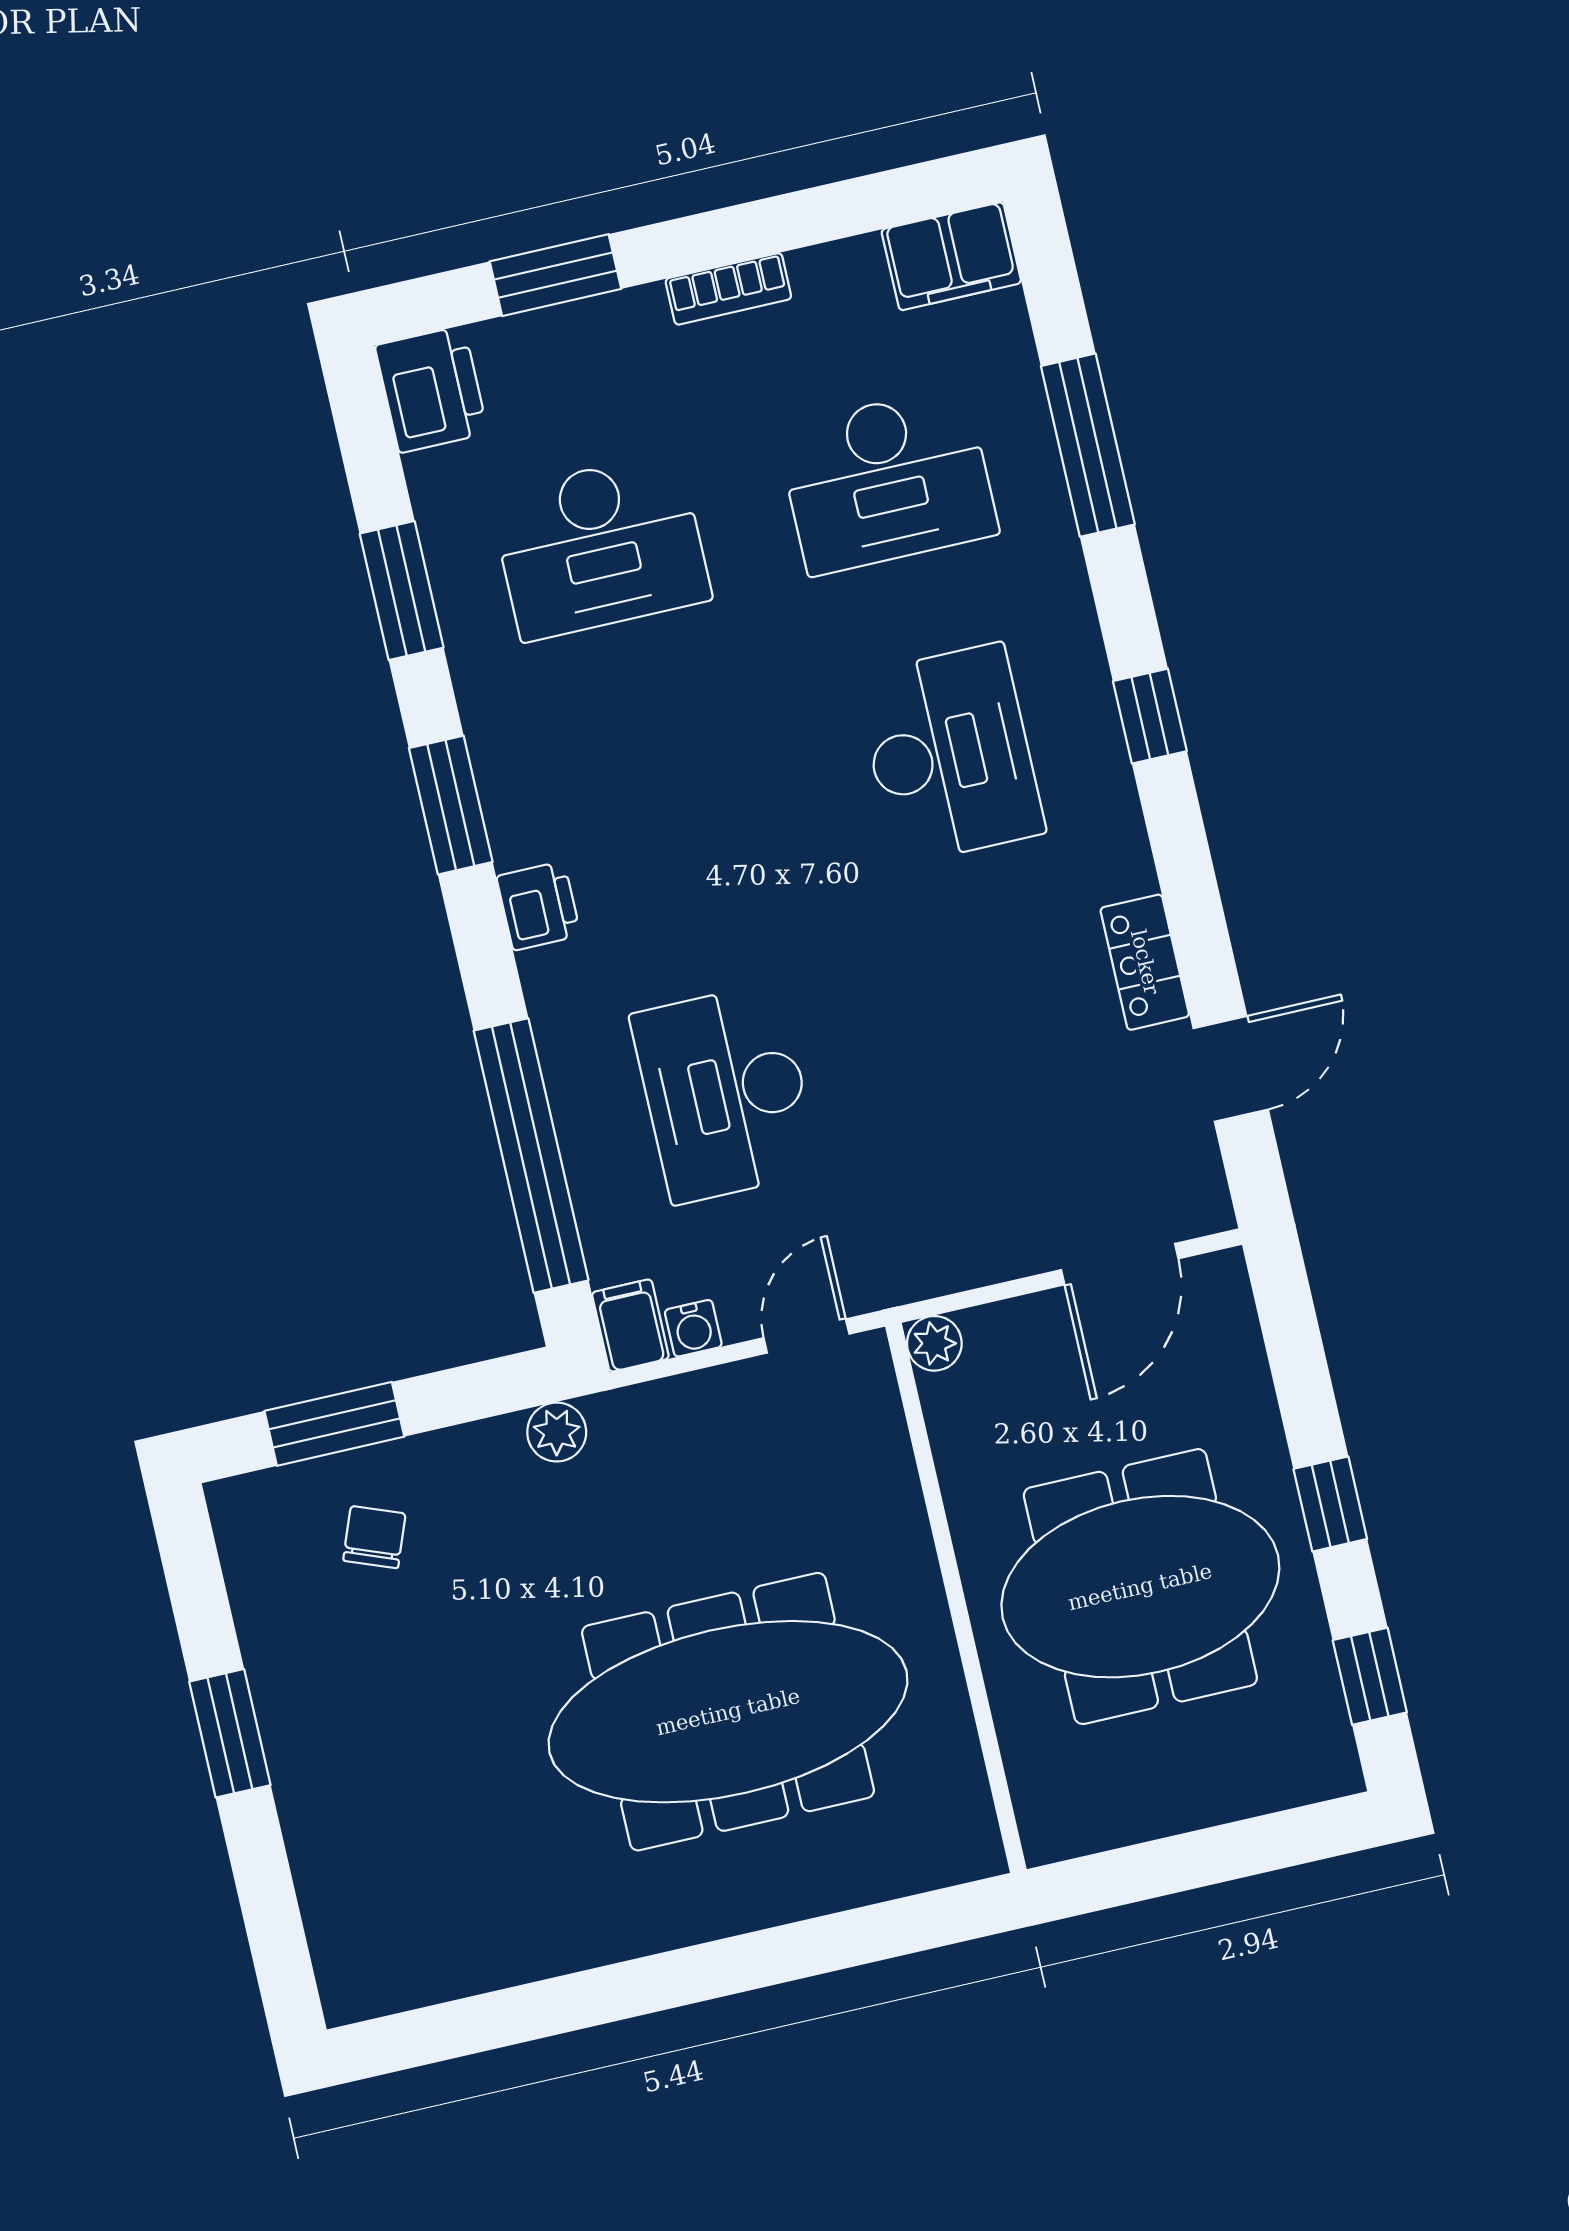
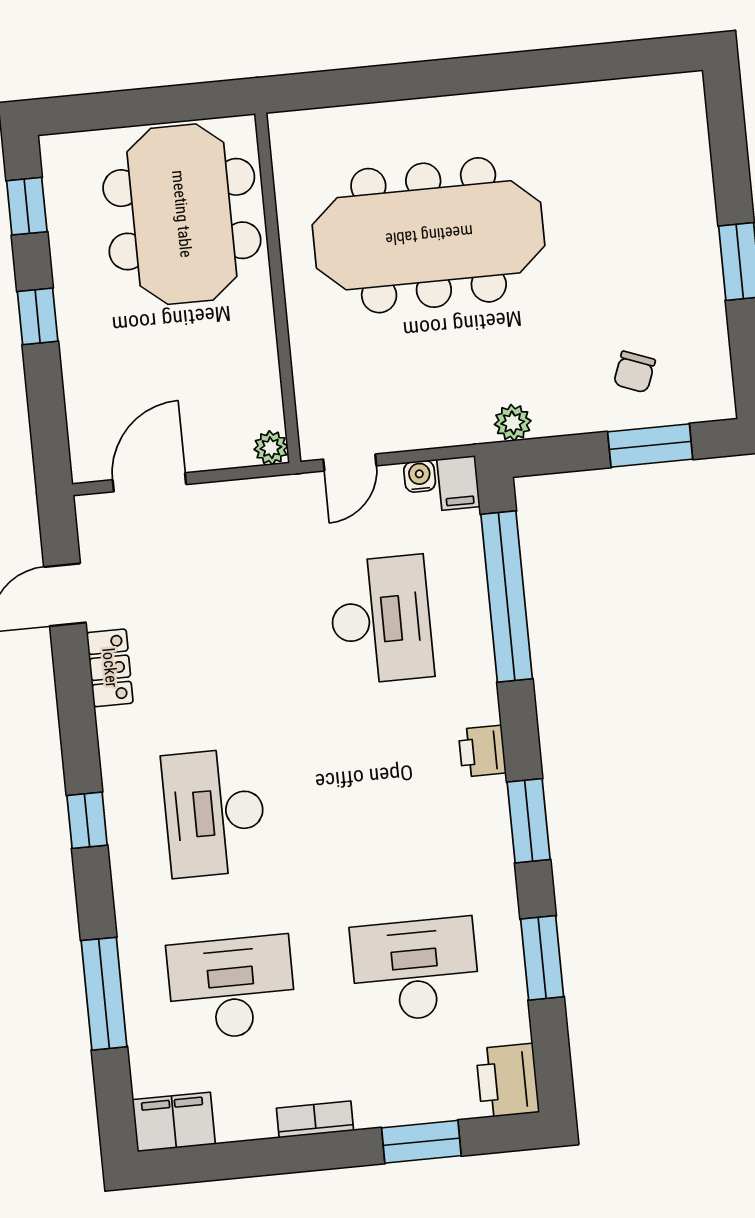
meeting table: (1140, 1587) -> (182, 214), moved, turned 90

